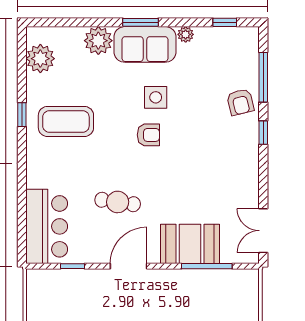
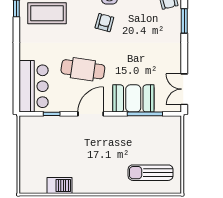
window: (263, 133) -> (184, 21), width x1.50
armchair: (148, 135) -> (104, 23), turned -75
cafe table: (118, 202) -> (83, 69), width x1.37, depth x1.35

